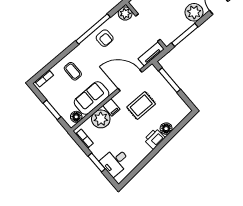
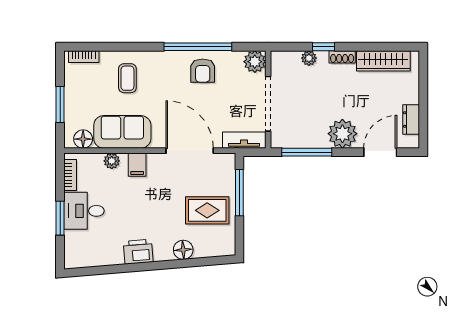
rug: (141, 105) -> (207, 210), moved
plant: (101, 119) -> (112, 161), width x0.53, depth x0.53
printer: (154, 139) -> (138, 252), moved
desk: (115, 162) -> (84, 211), moved

